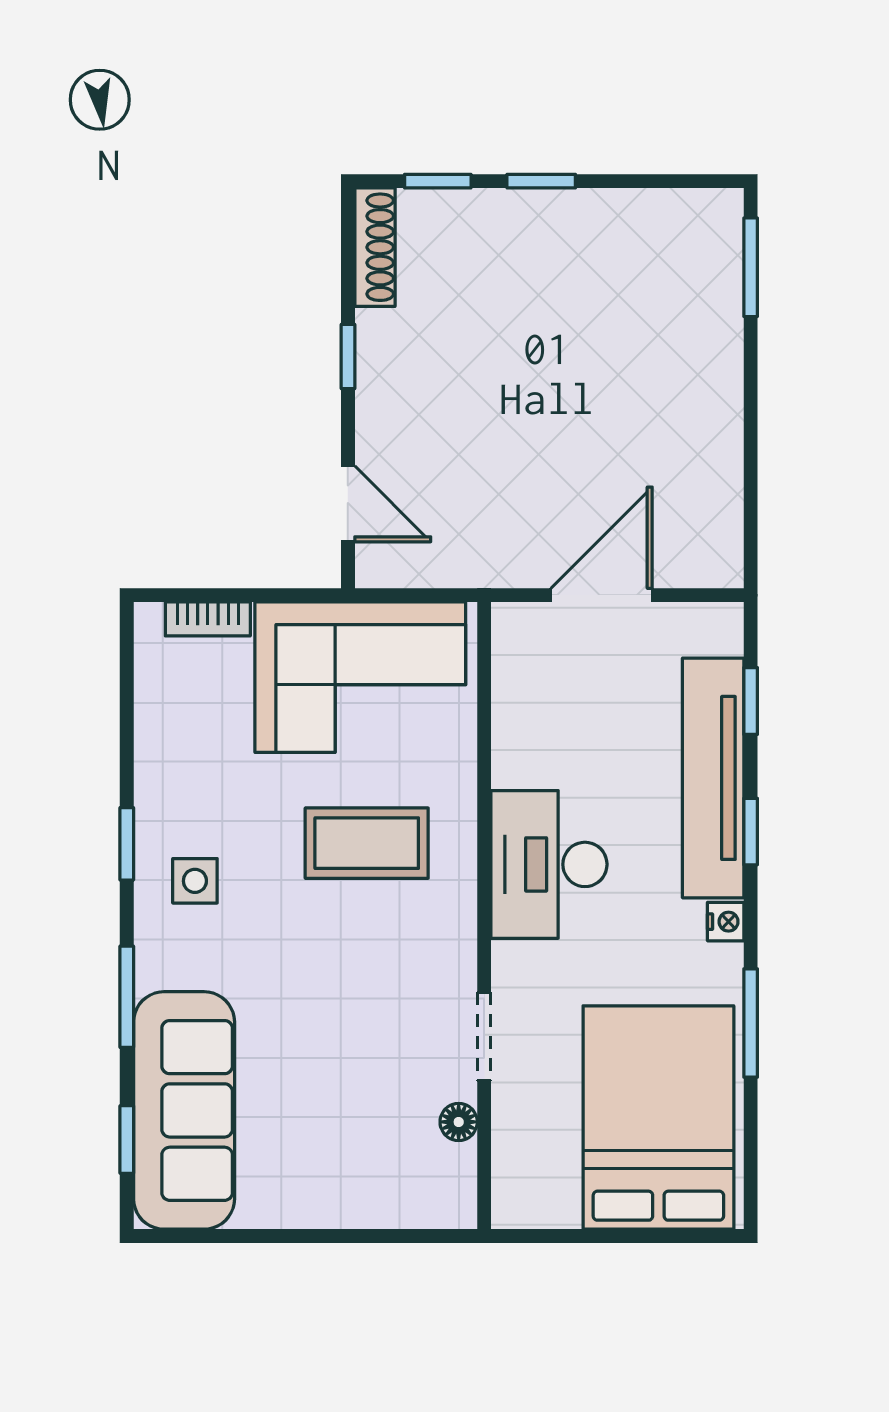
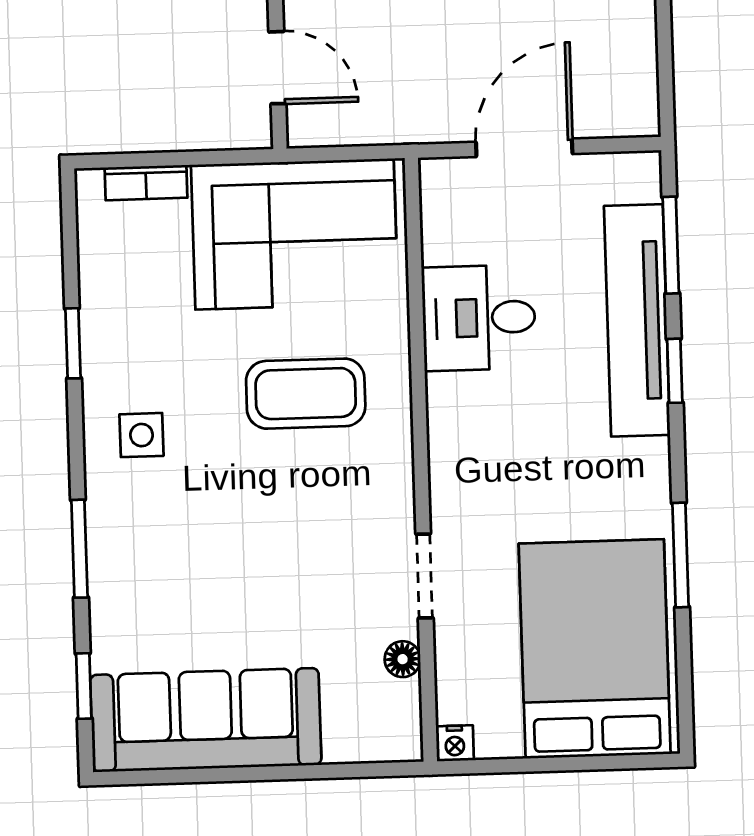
window: (751, 701) -> (671, 245), width x1.50
window: (127, 844) -> (73, 343), moved
desk: (549, 864) -> (479, 318), moved, width x0.73
nightstand: (726, 922) -> (455, 743), moved, turned 90
sofa: (184, 1110) -> (206, 720), moved, turned -90

